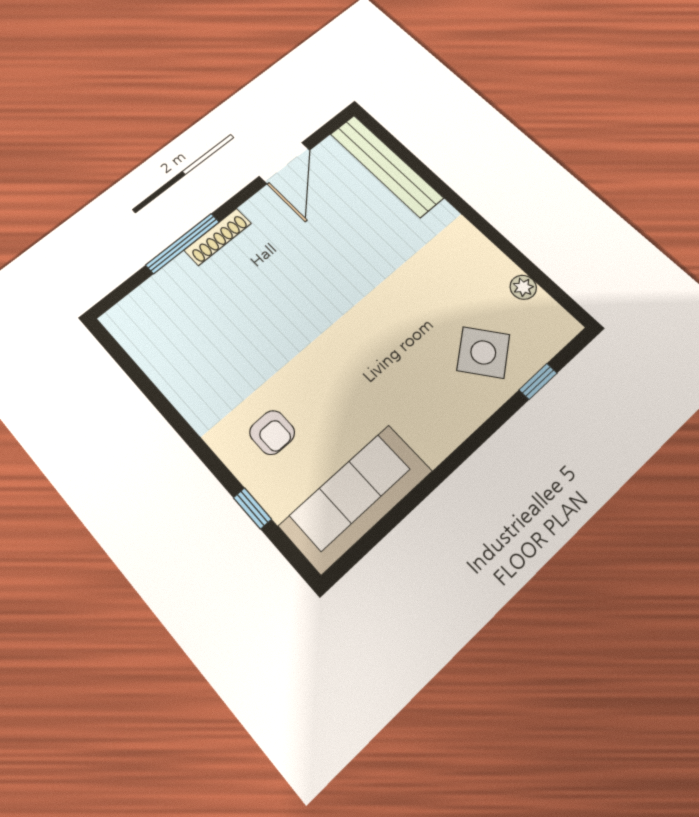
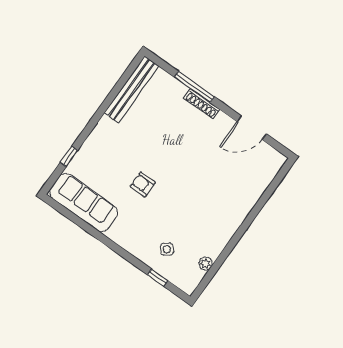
bench: (386, 166) -> (131, 89), moved
side table: (483, 352) -> (167, 249), width x0.54, depth x0.54
armchair: (272, 432) -> (143, 185), moved, turned 91

